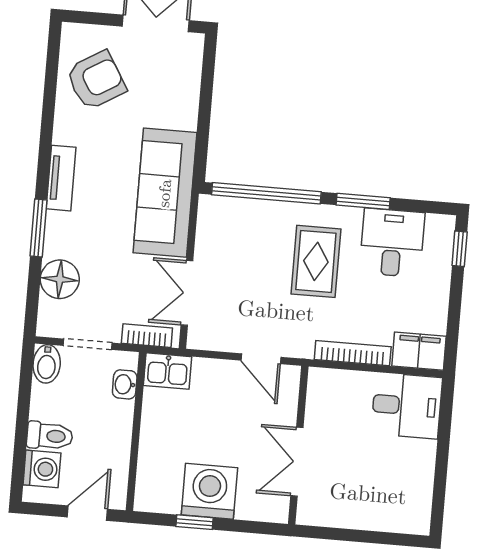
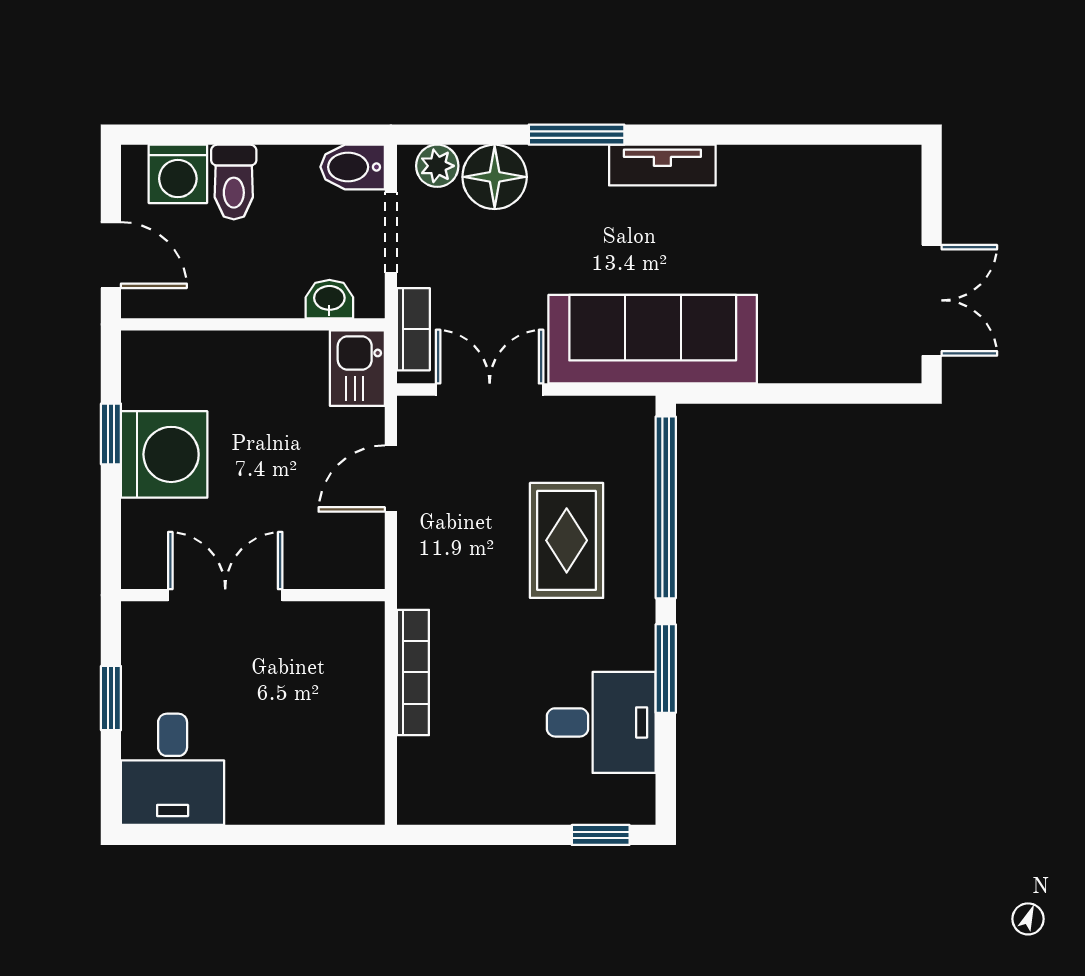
armchair: (96, 80) -> (829, 209), removed
rug: (316, 261) -> (567, 540), moved, turned 90
plant: (50, 313) -> (437, 166), added
filing cabinet: (419, 351) -> (425, 782), removed
door: (261, 359) -> (391, 479), moved
desk: (407, 406) -> (173, 769), moved
window: (353, 535) -> (111, 698), added

